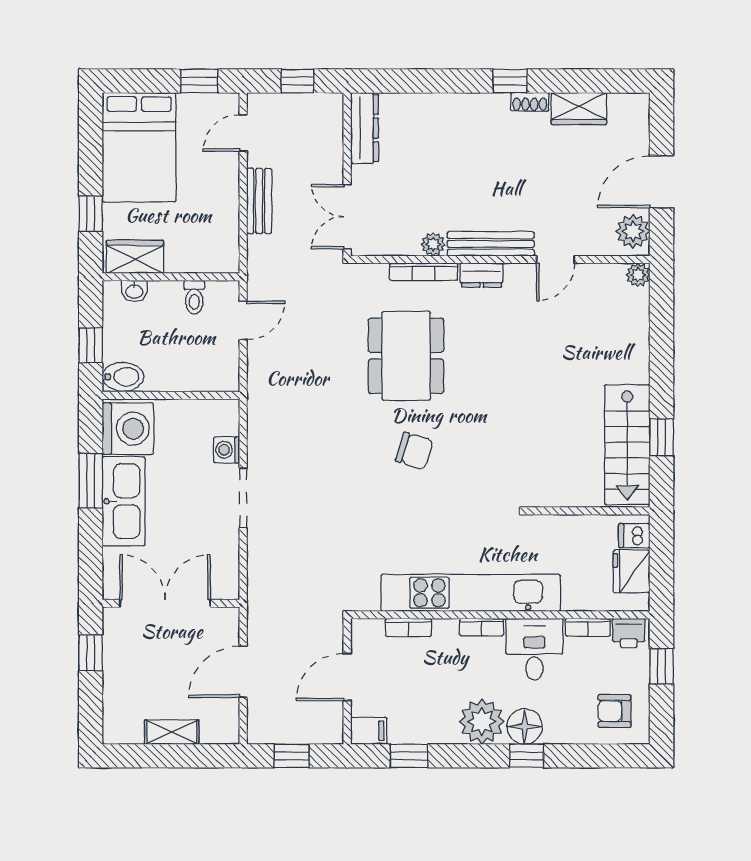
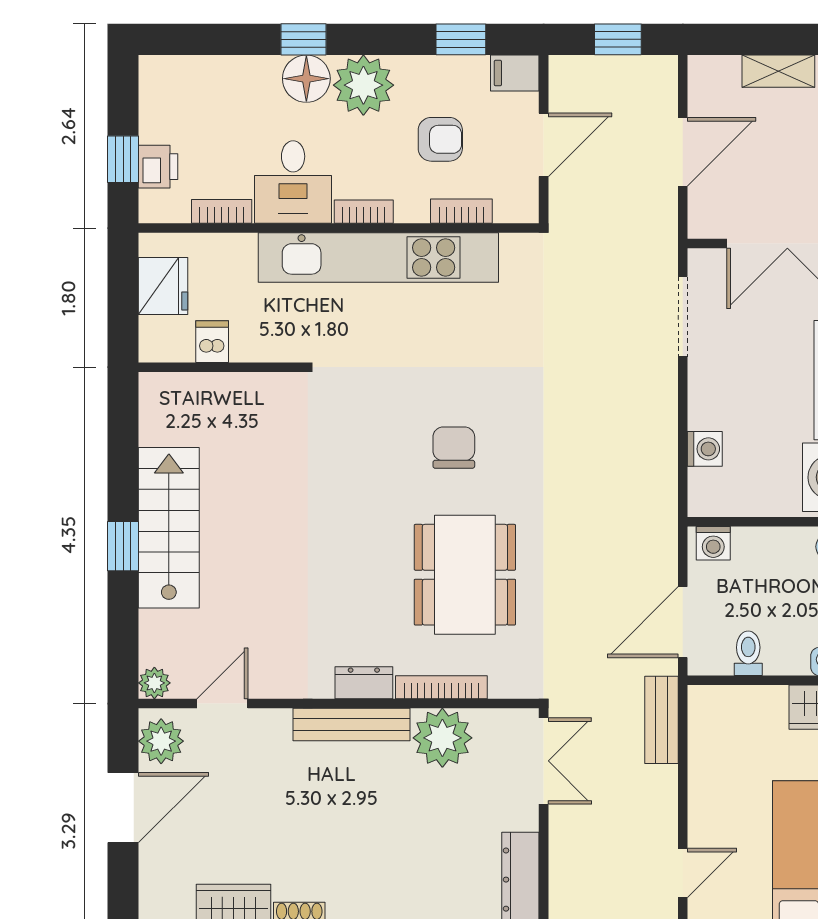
bench: (259, 201) -> (661, 720), moved
plant: (433, 244) -> (442, 738), width x1.87, depth x1.87
door: (555, 260) -> (222, 704), moved
door: (243, 320) -> (683, 622), width x1.38
washing machine: (220, 379) -> (713, 543), added
window: (661, 437) -> (123, 546), moved
stairs: (627, 445) -> (169, 528), moved
chair: (414, 451) -> (454, 448), turned 73
doorway: (243, 498) -> (683, 317), moved
dishwasher: (634, 536) -> (212, 342), moved, turned -90
printer: (629, 633) -> (158, 167), moved, turned 90
armchair: (614, 711) -> (440, 139), moved

